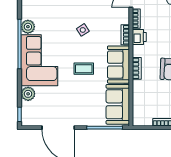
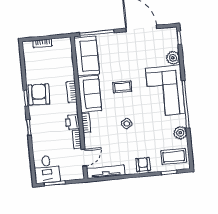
plant: (28, 27) -> (180, 133), moved

